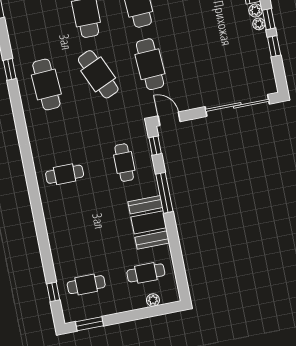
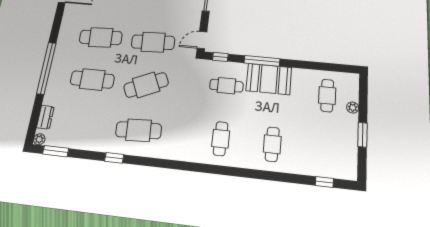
booth: (149, 222) -> (269, 79), moved
cafe table: (86, 285) -> (272, 144), moved
plant: (153, 300) -> (353, 108), moved
window: (89, 324) -> (362, 135), moved

